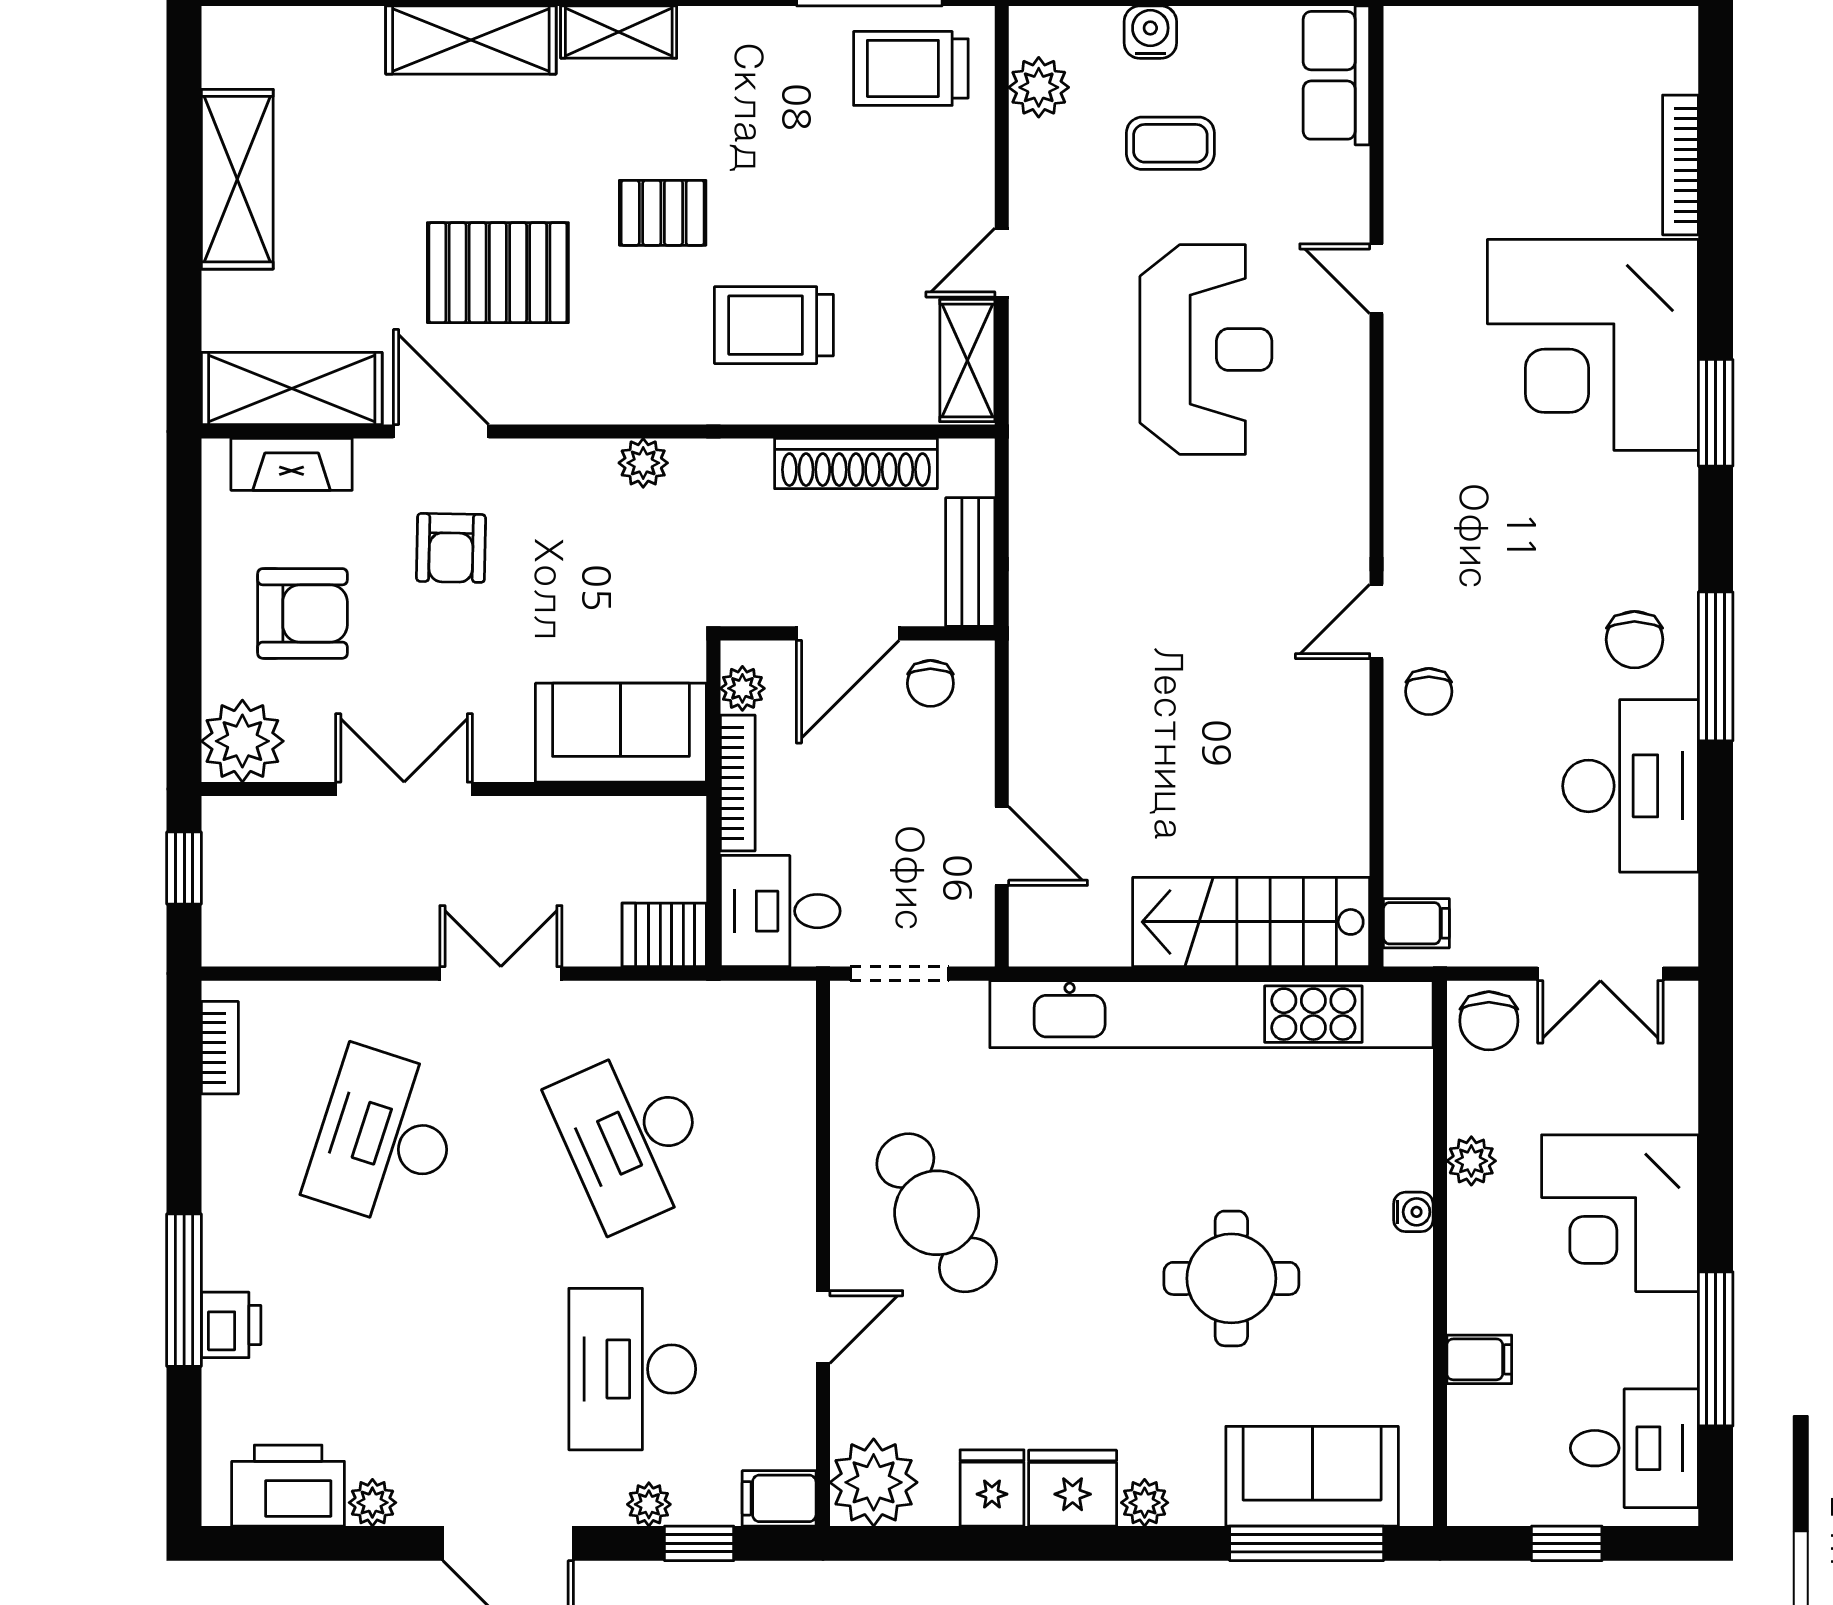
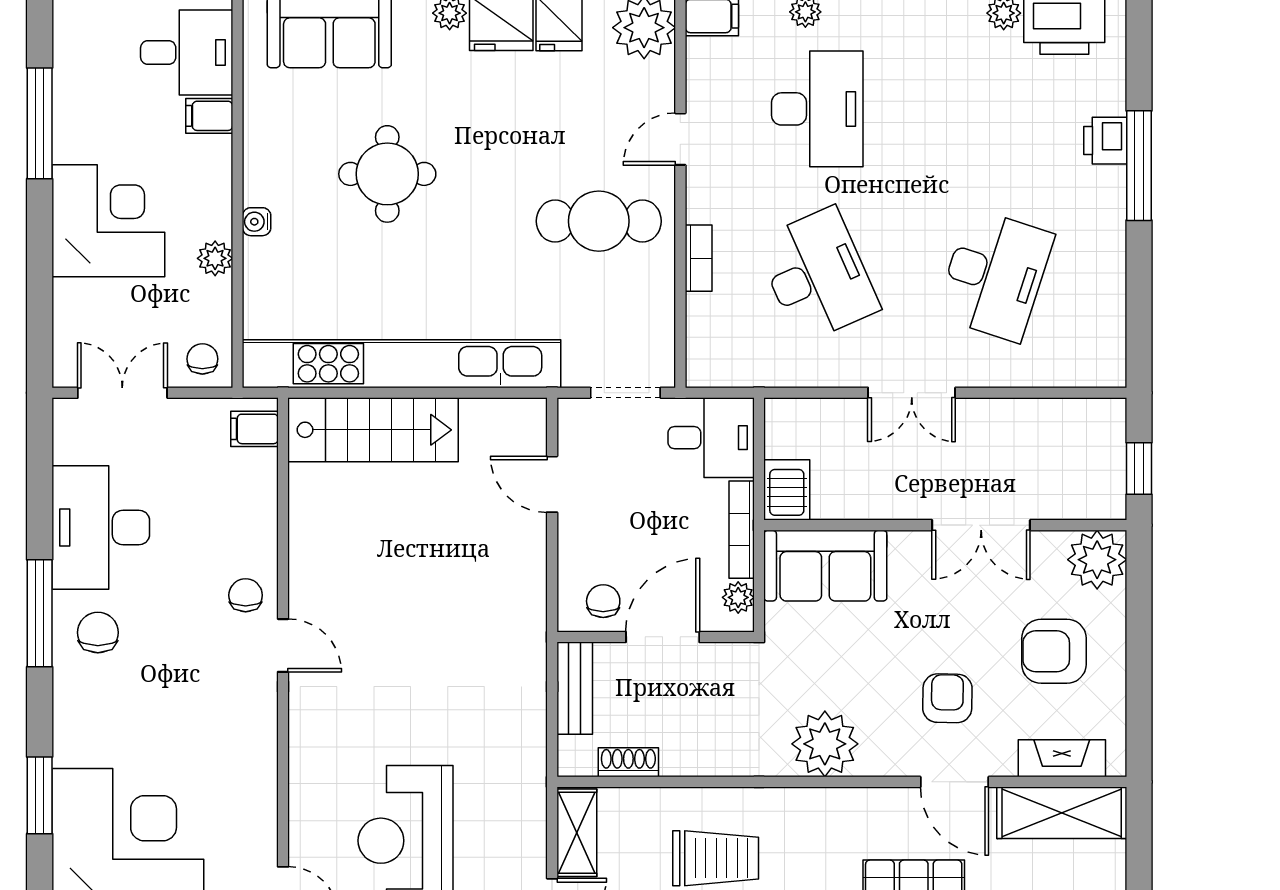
plant: (643, 463) -> (825, 744), width x1.88, depth x1.88
shoe rack: (856, 464) -> (628, 762), width x0.51, depth x0.81
door: (1377, 622) -> (283, 645), hinge flipped
server rack: (664, 935) -> (787, 490), moved, turned -90
chair: (1489, 1021) -> (202, 359), width x0.73, depth x0.73
bookcase: (220, 1048) -> (699, 258), moved, turned 180
cafe table: (937, 1213) -> (599, 221), turned -59
desk: (1634, 1448) -> (187, 53), moved, turned 180

